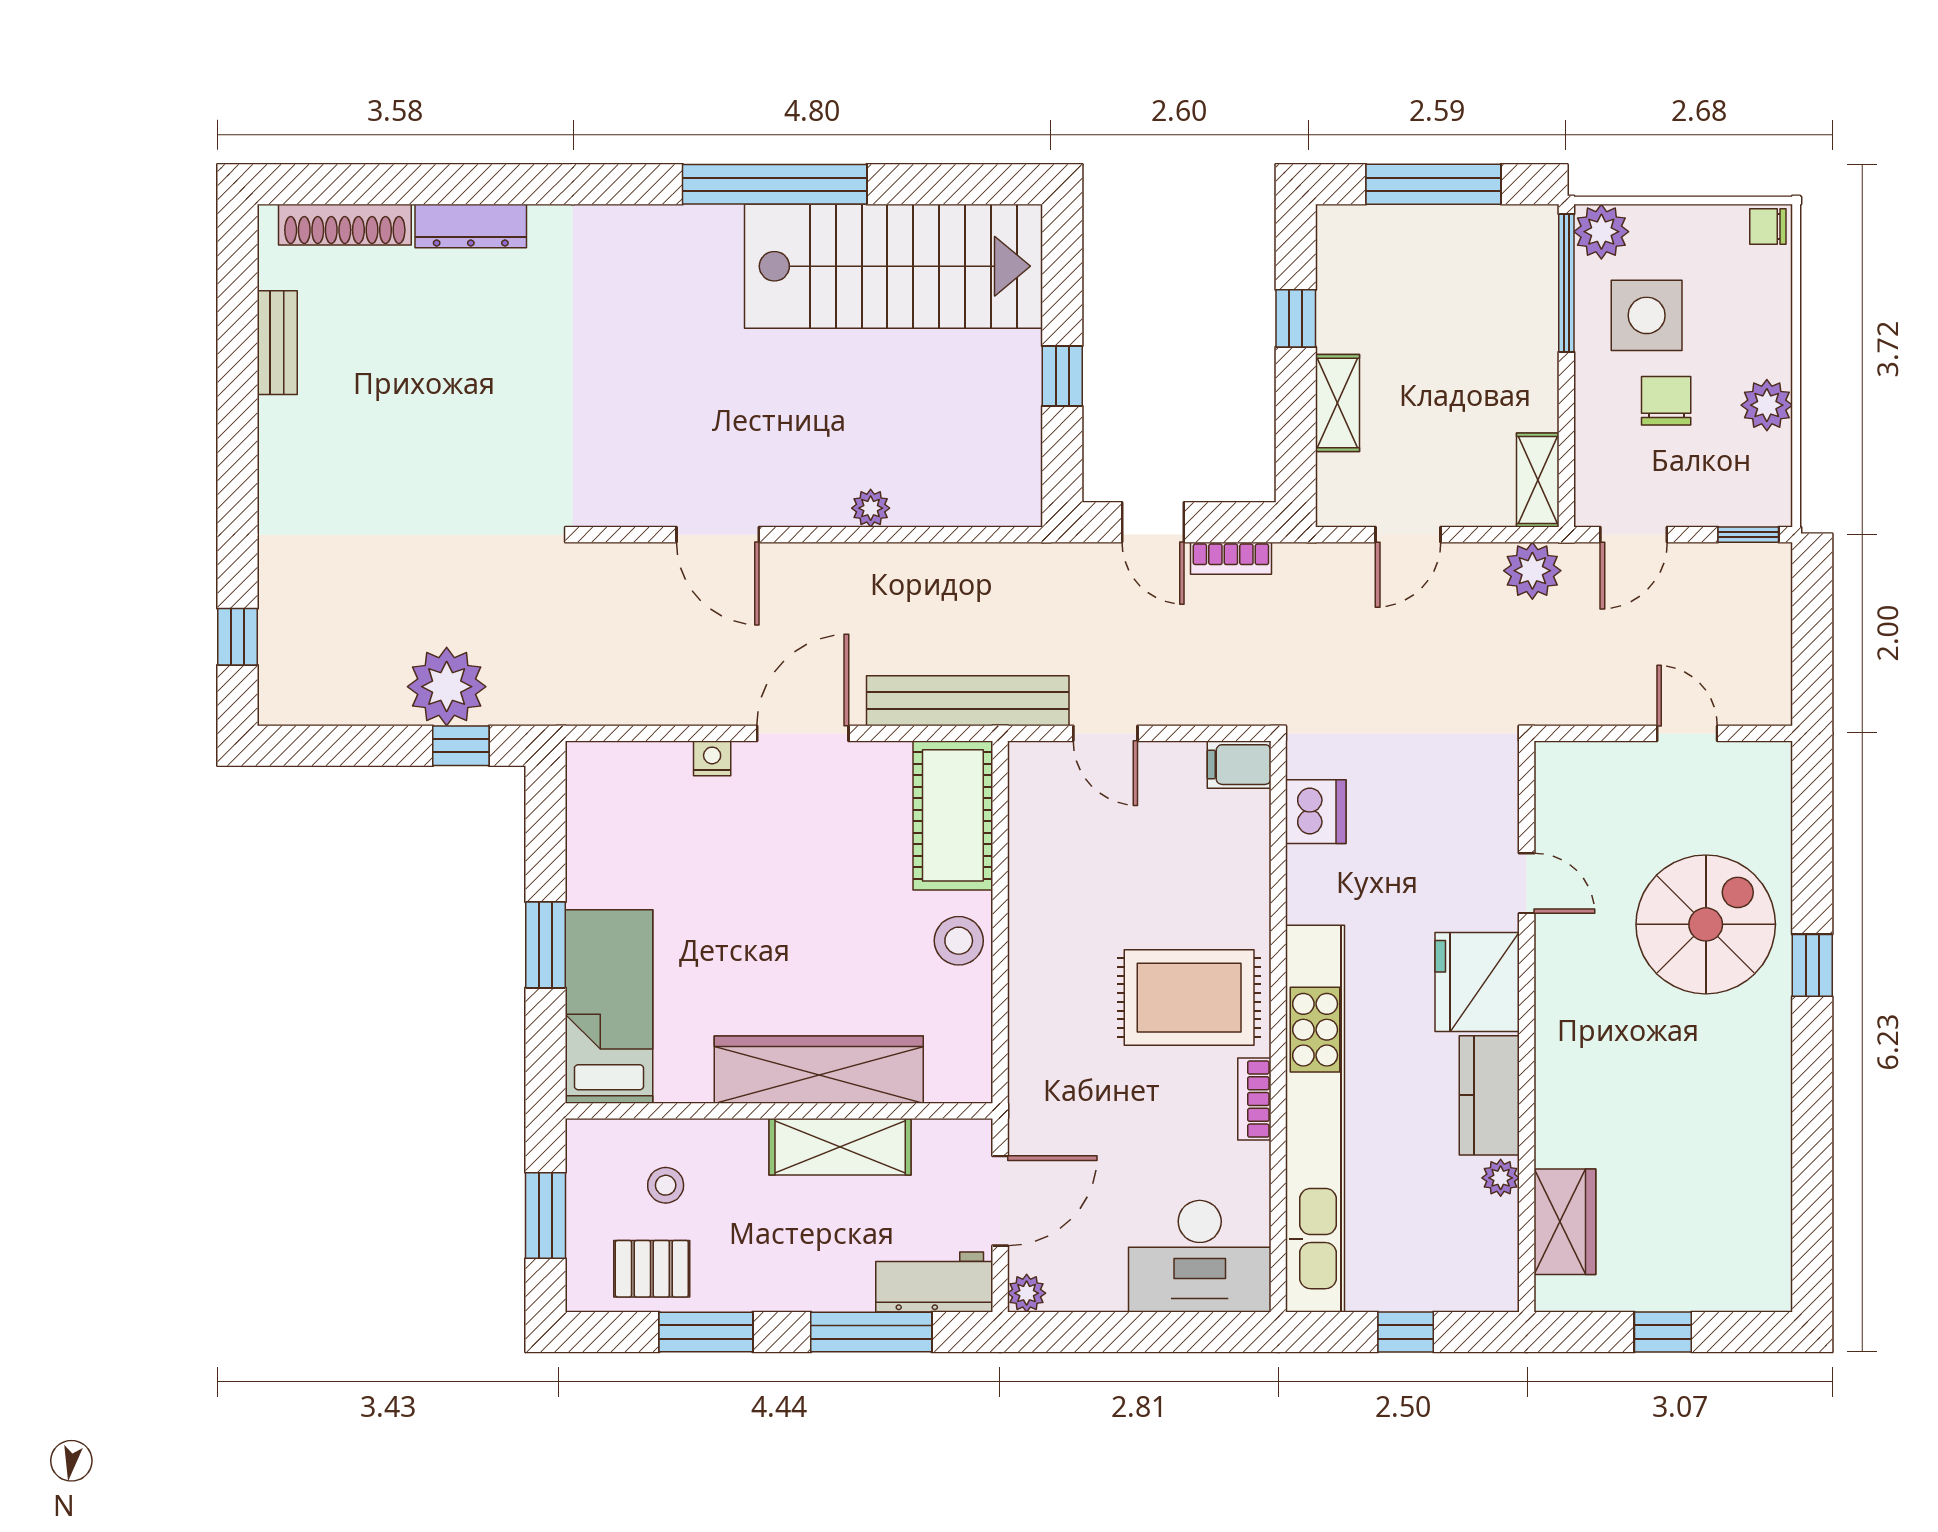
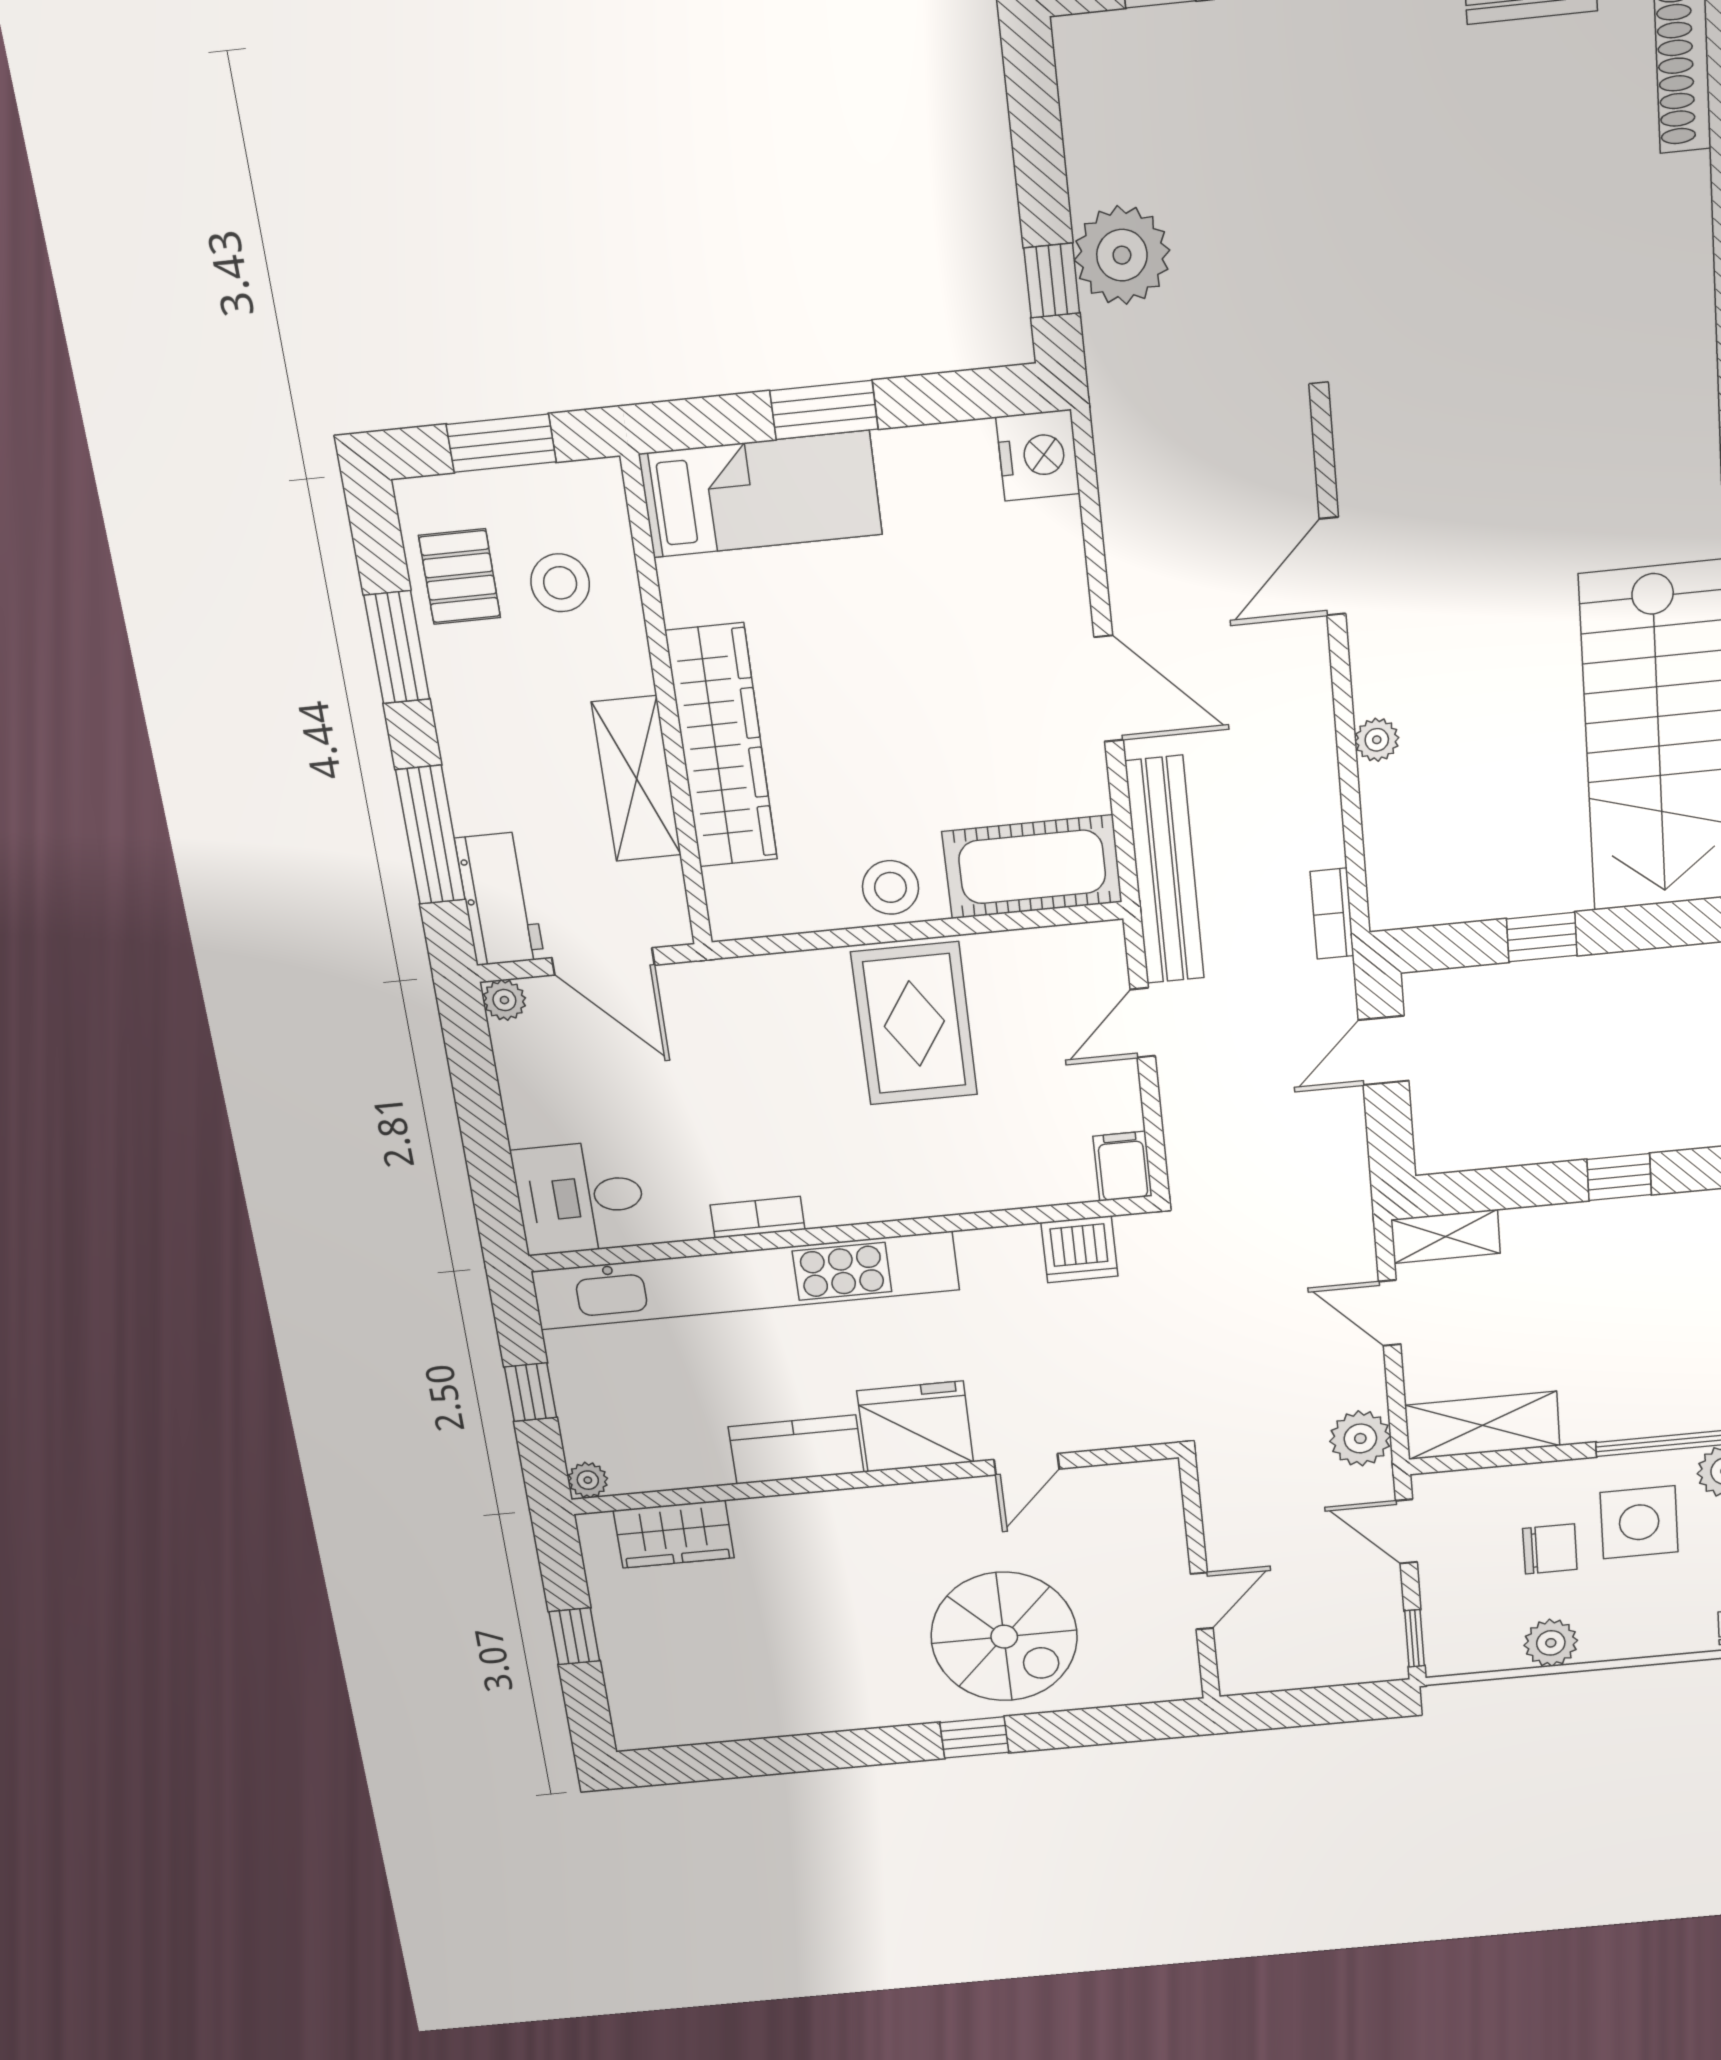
dresser: (471, 226) -> (1687, 227), removed
shelving: (1337, 403) -> (1446, 1236), moved
shelving: (1538, 480) -> (1482, 1425), width x1.50, depth x1.33
bookcase: (1231, 558) -> (1332, 914), moved
nightstand: (712, 758) -> (1038, 455), moved, width x1.89, depth x1.79
rug: (1189, 998) -> (914, 1024), moved
plant: (1501, 1178) -> (588, 1480), moved
stool: (666, 1185) -> (560, 583), width x1.37, depth x1.37
desk: (1200, 1256) -> (580, 1198), width x0.73

